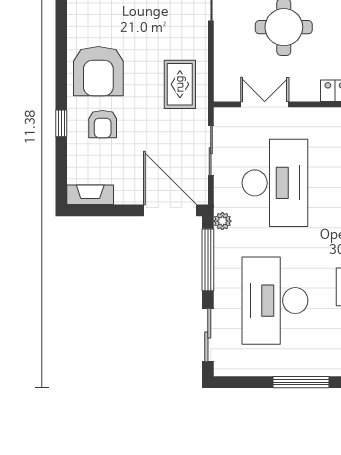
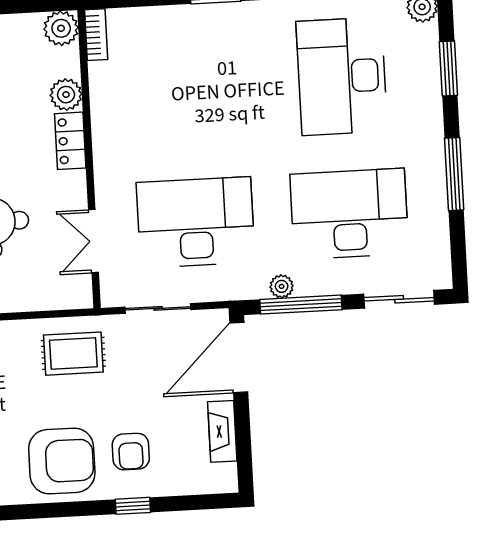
armchair: (103, 124) -> (131, 452), turned 90
fireplace: (90, 195) -> (222, 431), moved
plant: (222, 221) -> (282, 286), moved
desk: (275, 301) -> (349, 214), turned 180

